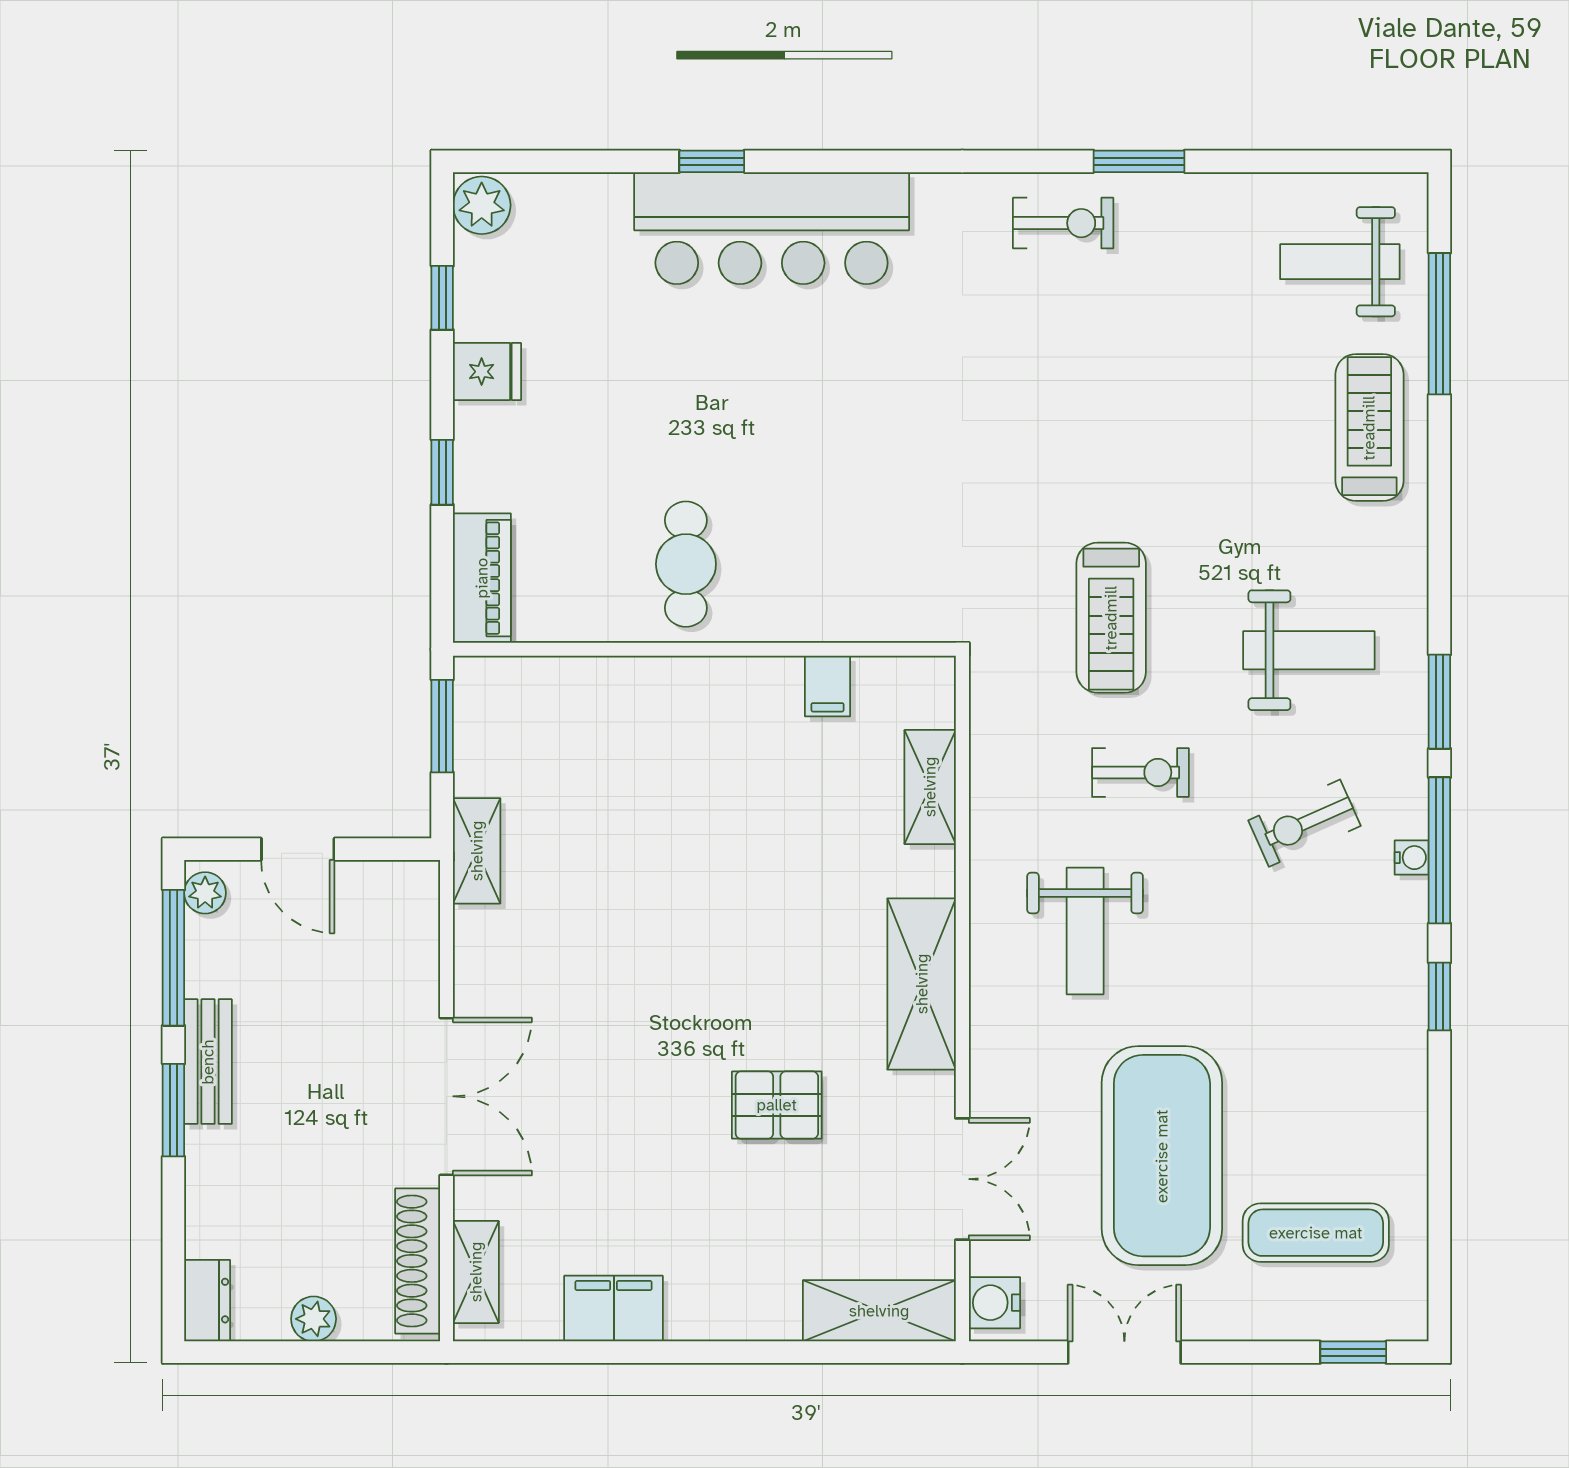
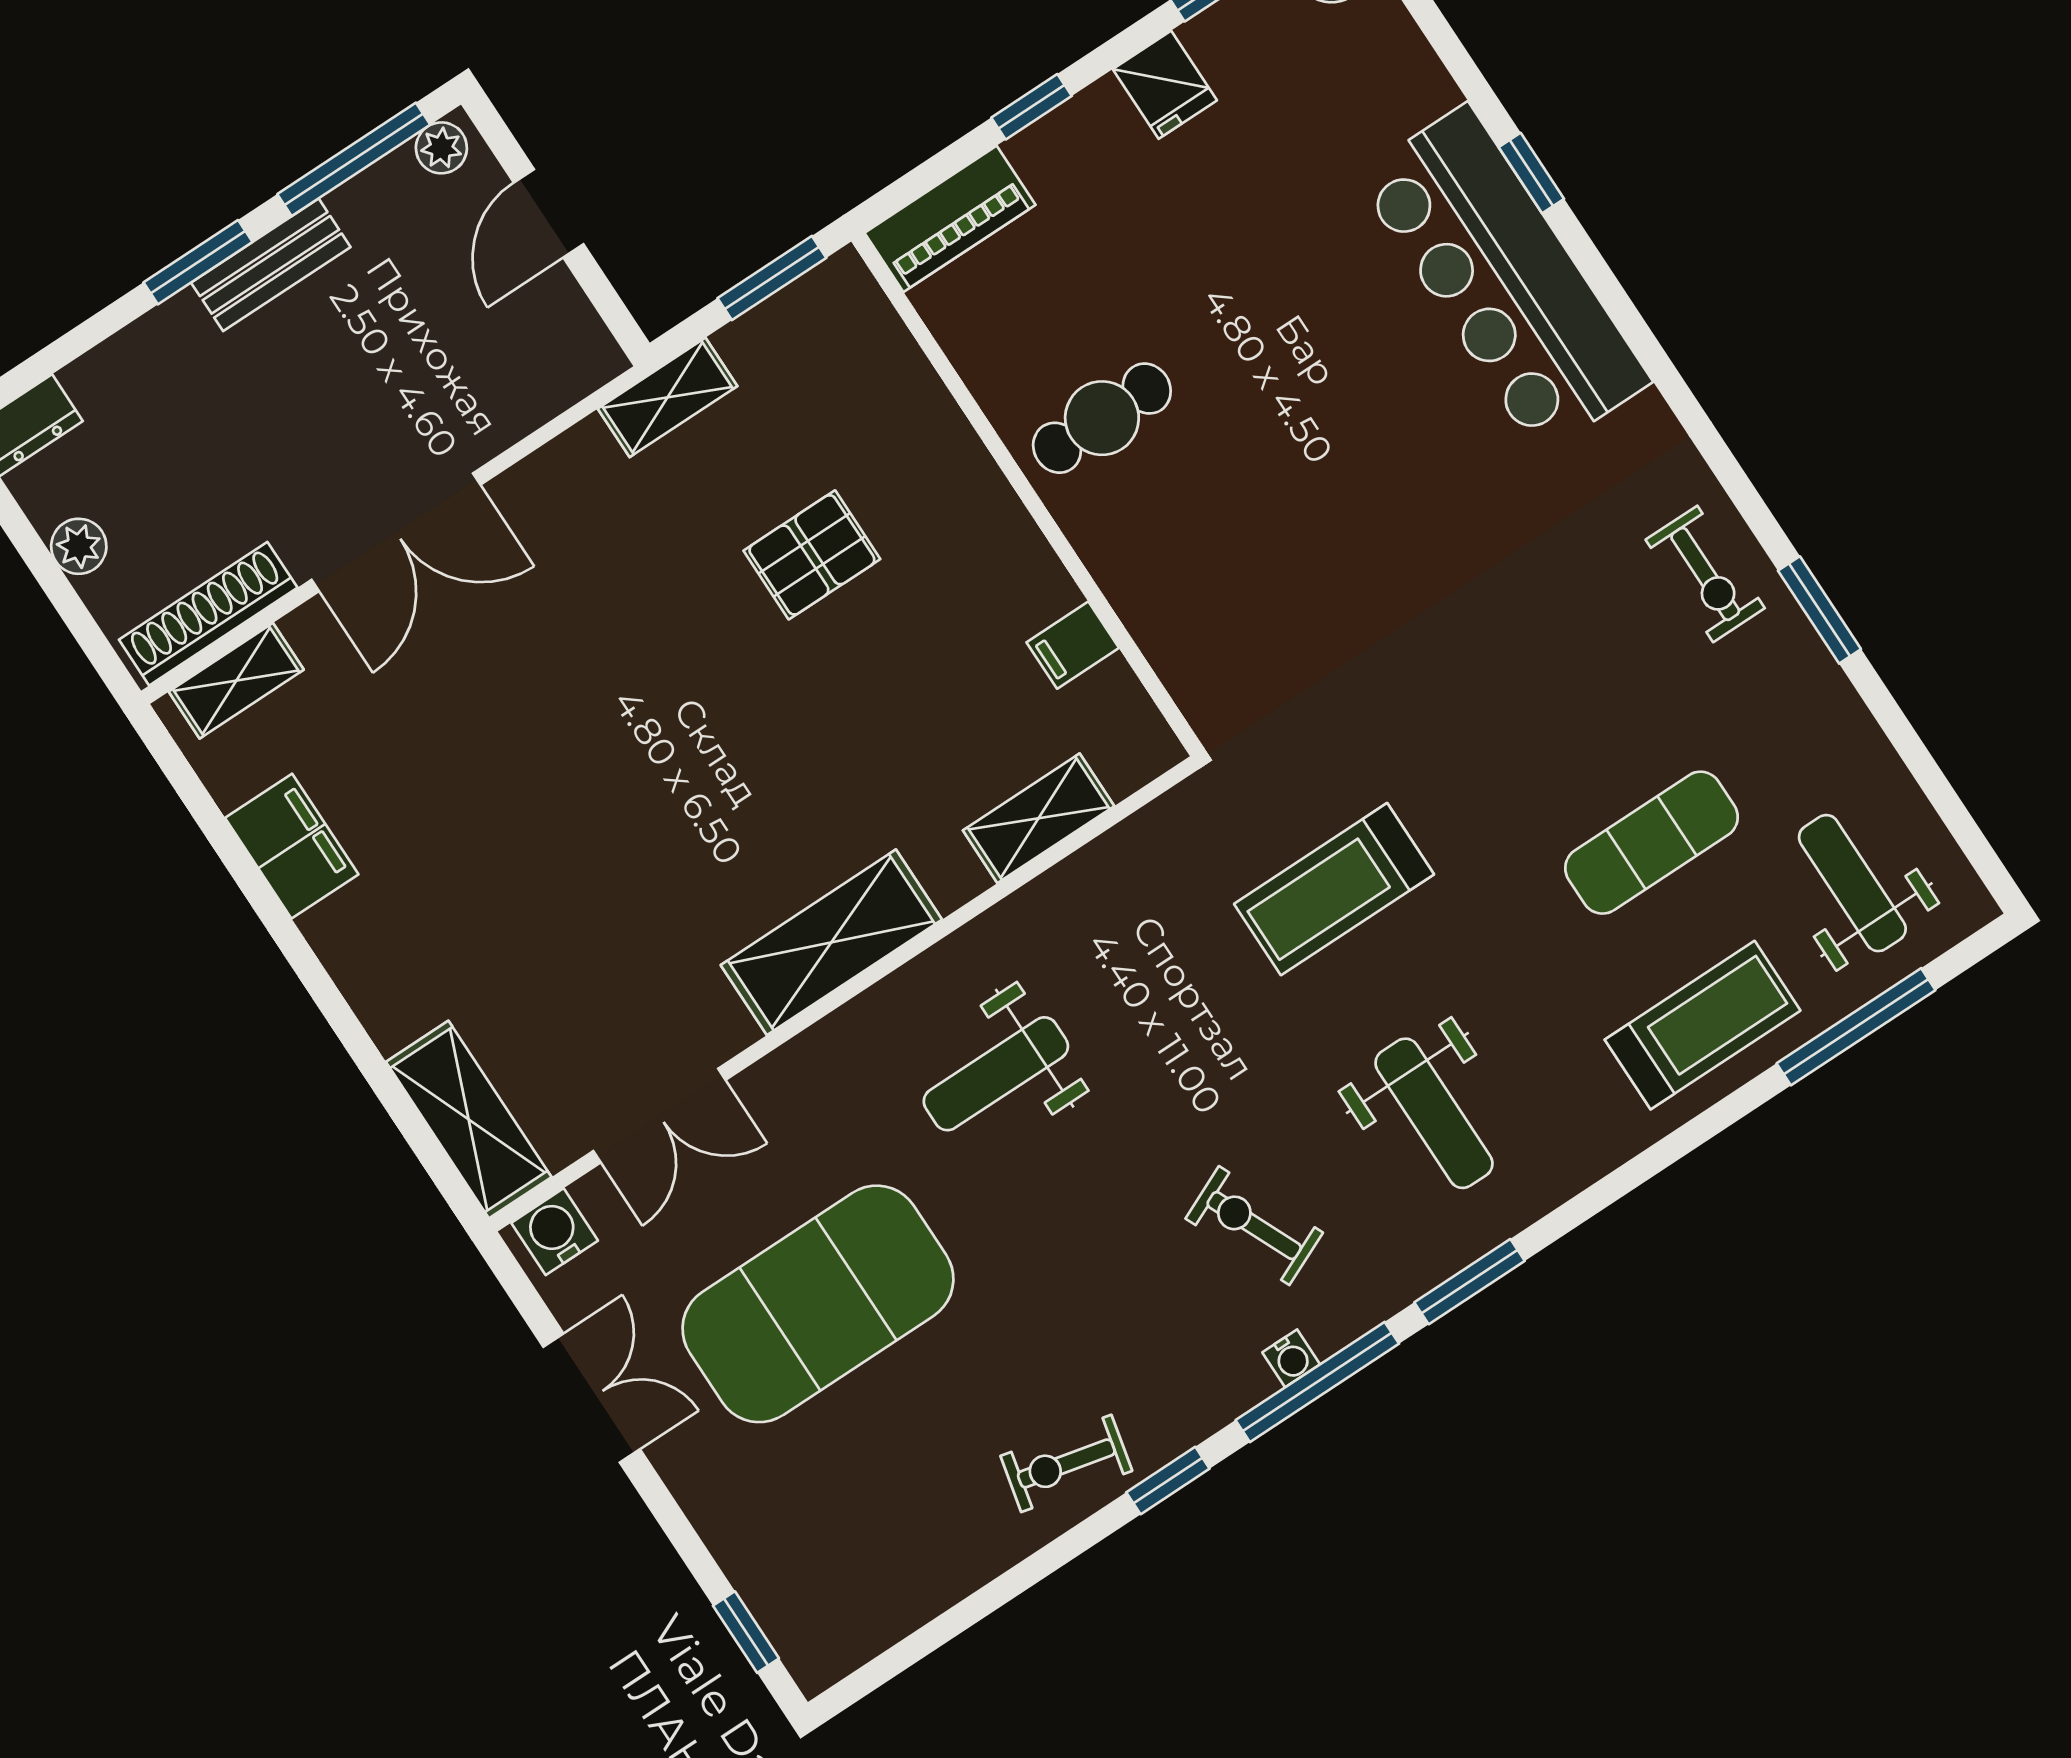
exercise bike: (1140, 772) -> (1066, 1463), moved, turned 103
pallet: (777, 1105) -> (812, 555), moved, turned 90
exercise mat: (1316, 1233) -> (1652, 843), moved, turned 90

